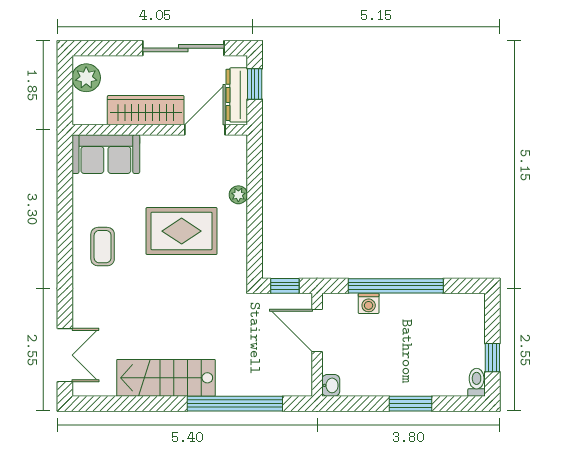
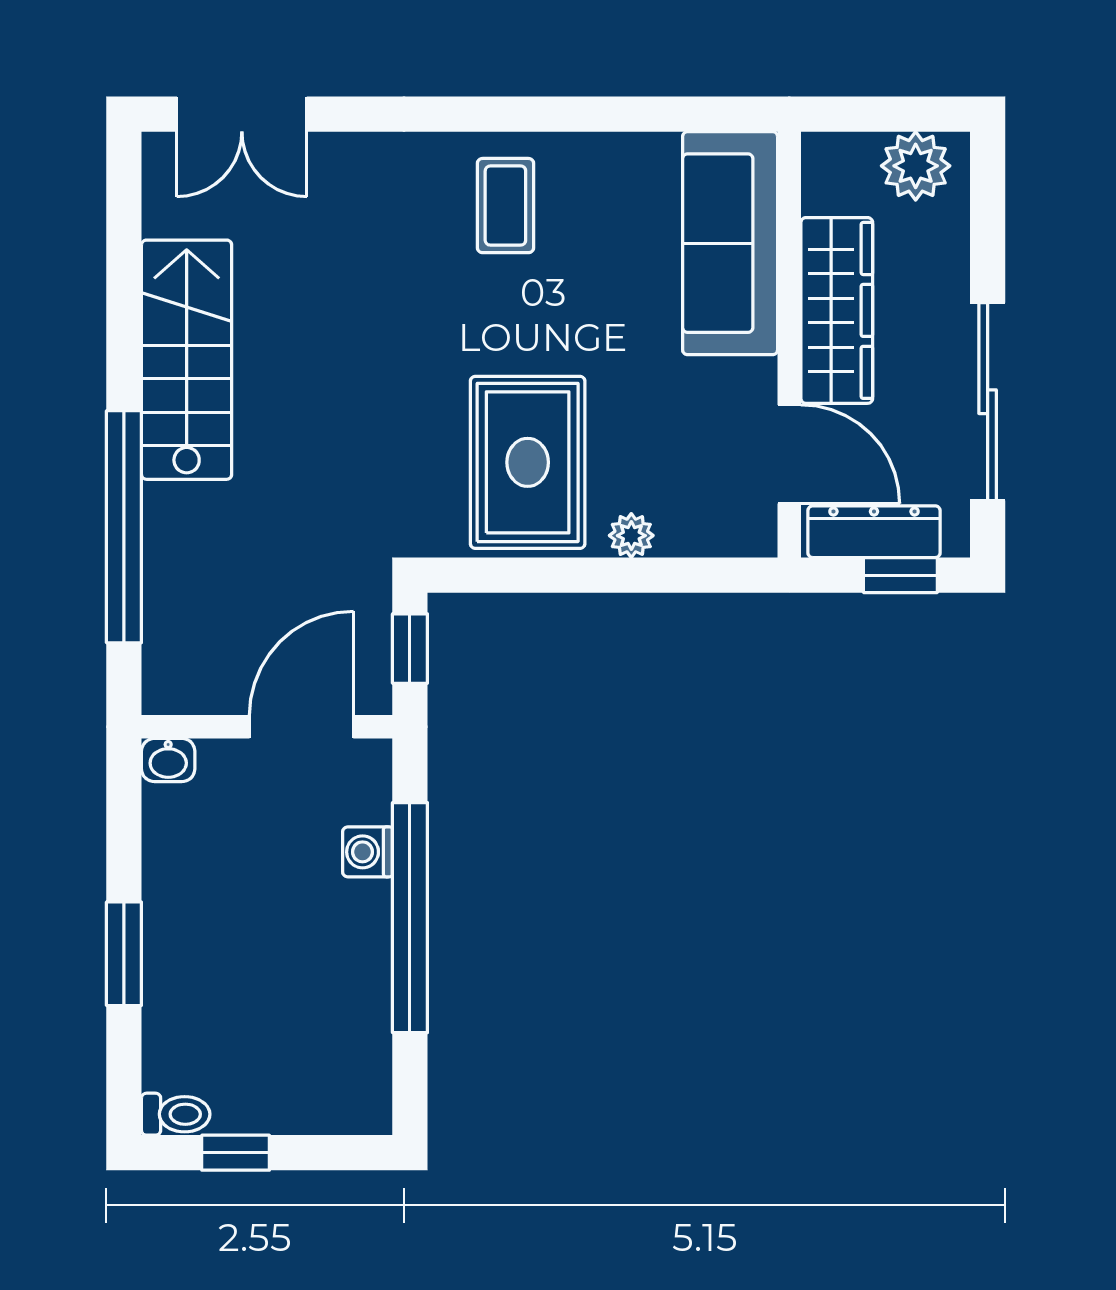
sofa: (106, 154) -> (730, 243), width x1.36
rug: (182, 231) -> (528, 462), moved
coffee table: (103, 247) -> (505, 206), turned 90

